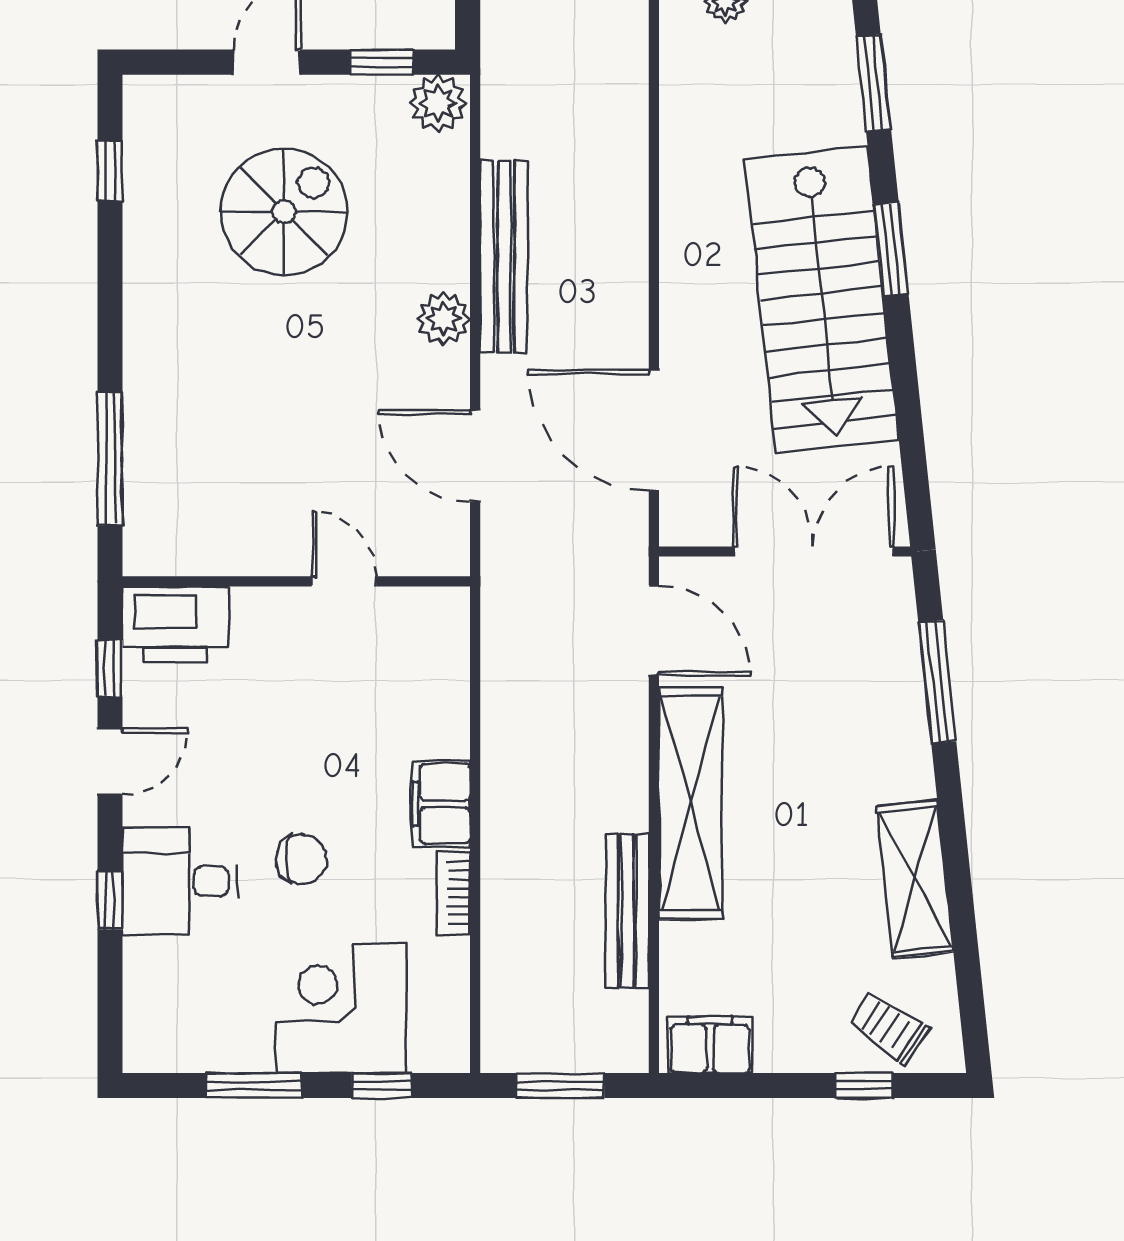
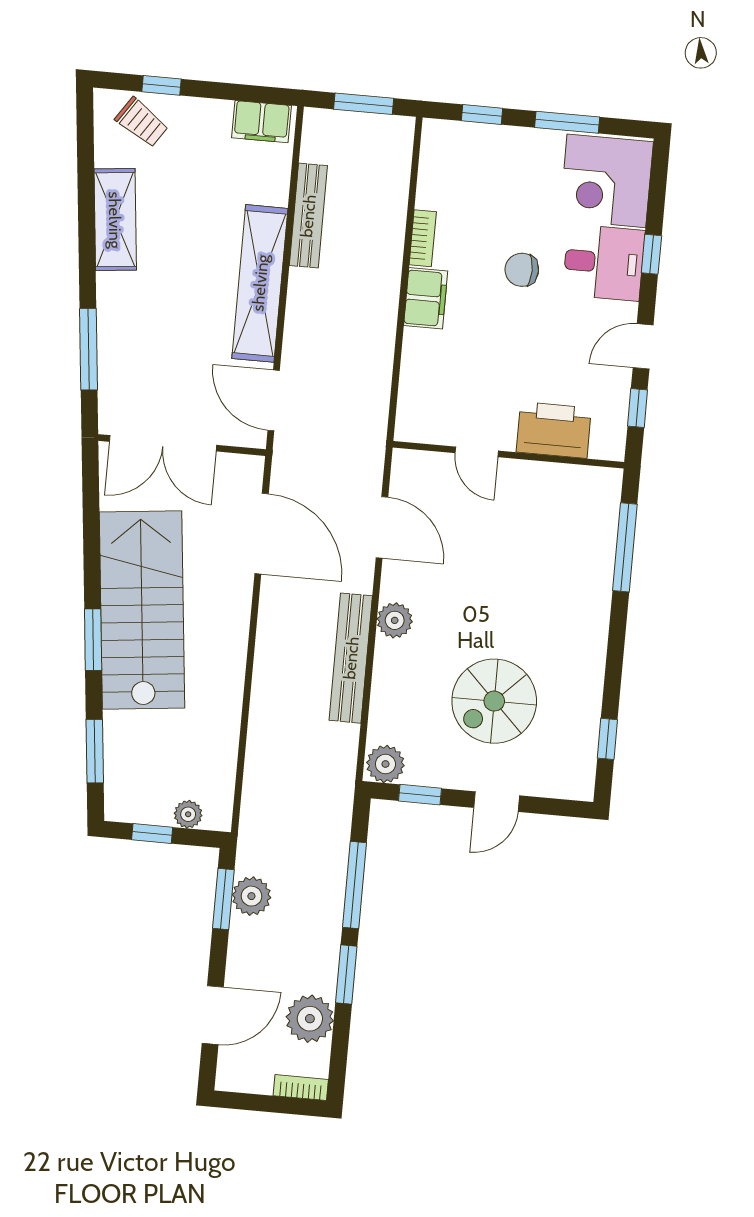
printer: (175, 624) -> (554, 430), moved
corner desk: (341, 1008) -> (606, 181), moved, turned 90

